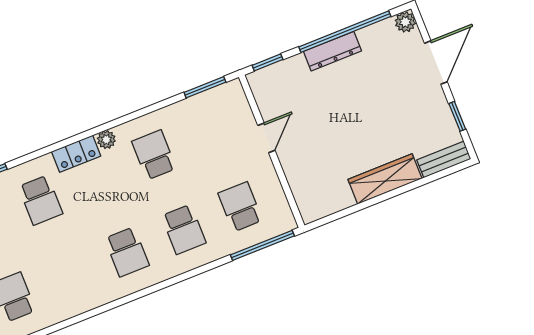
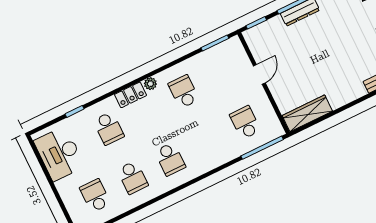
wardrobe: (385, 179) -> (307, 113), moved
school desk: (184, 229) -> (133, 177), moved

